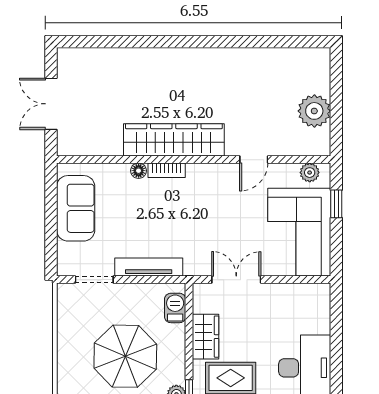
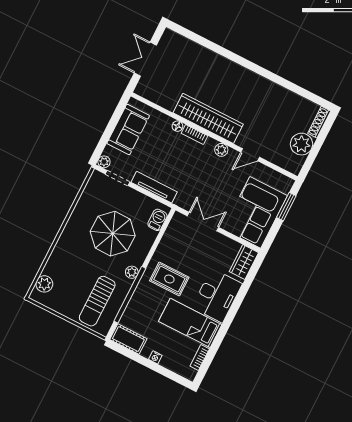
shoe rack: (323, 70) -> (319, 122), added
plant: (310, 173) -> (221, 150), moved
window: (336, 204) -> (286, 207), width x1.50
plant: (66, 267) -> (104, 162), added
wardrobe: (206, 337) -> (244, 262), moved, turned 180

